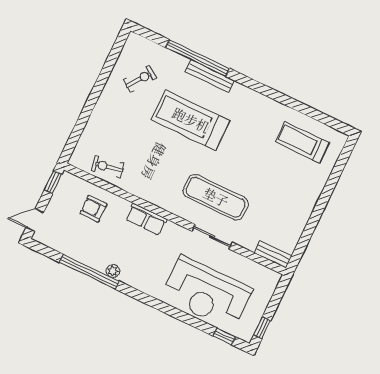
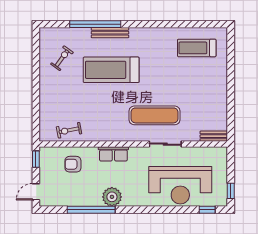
plant: (113, 271) -> (112, 197), width x1.87, depth x1.87

